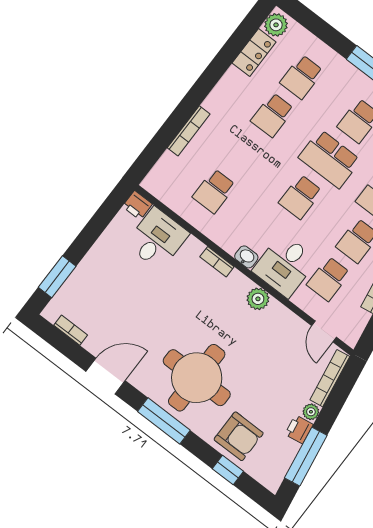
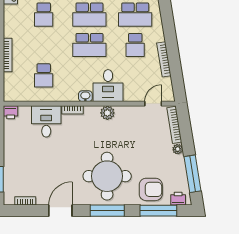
school desk: (300, 197) -> (89, 45), width x1.85
desk: (157, 239) -> (46, 121), moved
school desk: (328, 279) -> (135, 75), removed
door: (324, 331) -> (153, 104), swing flipped
printer: (299, 429) -> (178, 199), moved, turned 99
window: (228, 470) -> (158, 211), width x2.17

